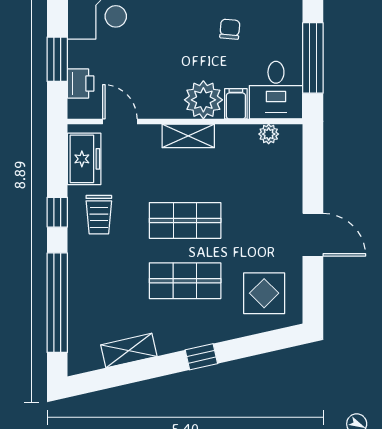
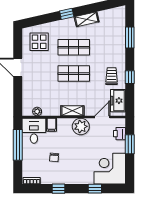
plant: (203, 100) -> (81, 126), moved
door: (120, 121) -> (102, 117), swing flipped
window: (57, 303) -> (130, 38), width x0.47
shelving: (129, 351) -> (87, 19), moved

